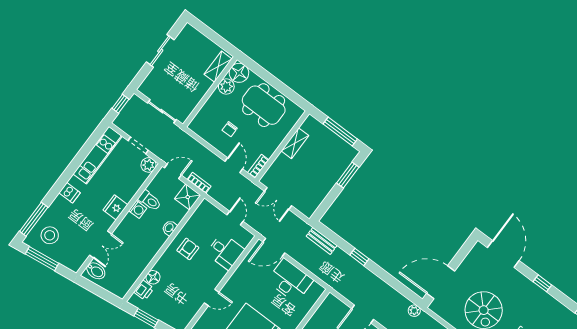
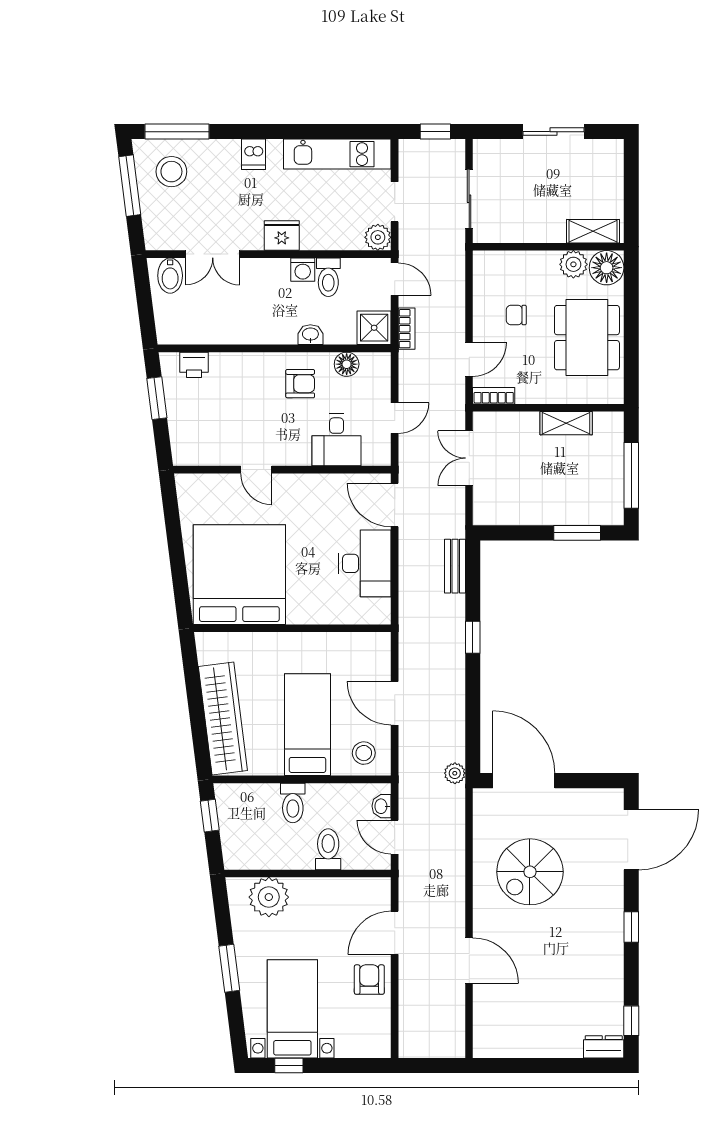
floor lamp: (153, 277) -> (347, 364), moved

